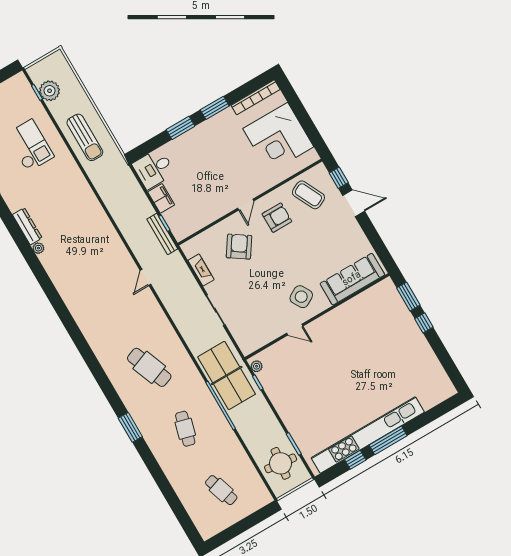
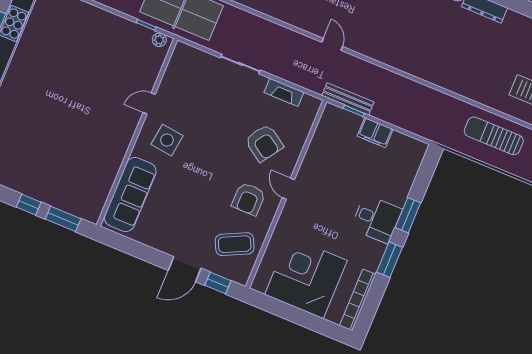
desk: (154, 169) -> (376, 219), moved, turned 90
side table: (301, 297) -> (167, 140), turned 37

